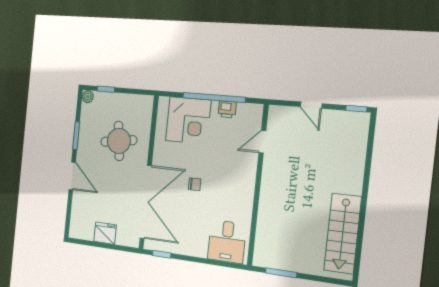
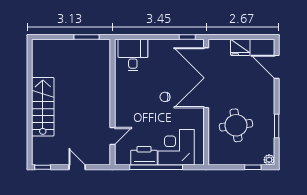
printer: (227, 109) -> (144, 156), width x1.87, depth x1.48
door: (72, 176) -> (277, 67), moved
stairs: (343, 234) -> (43, 107), moved

